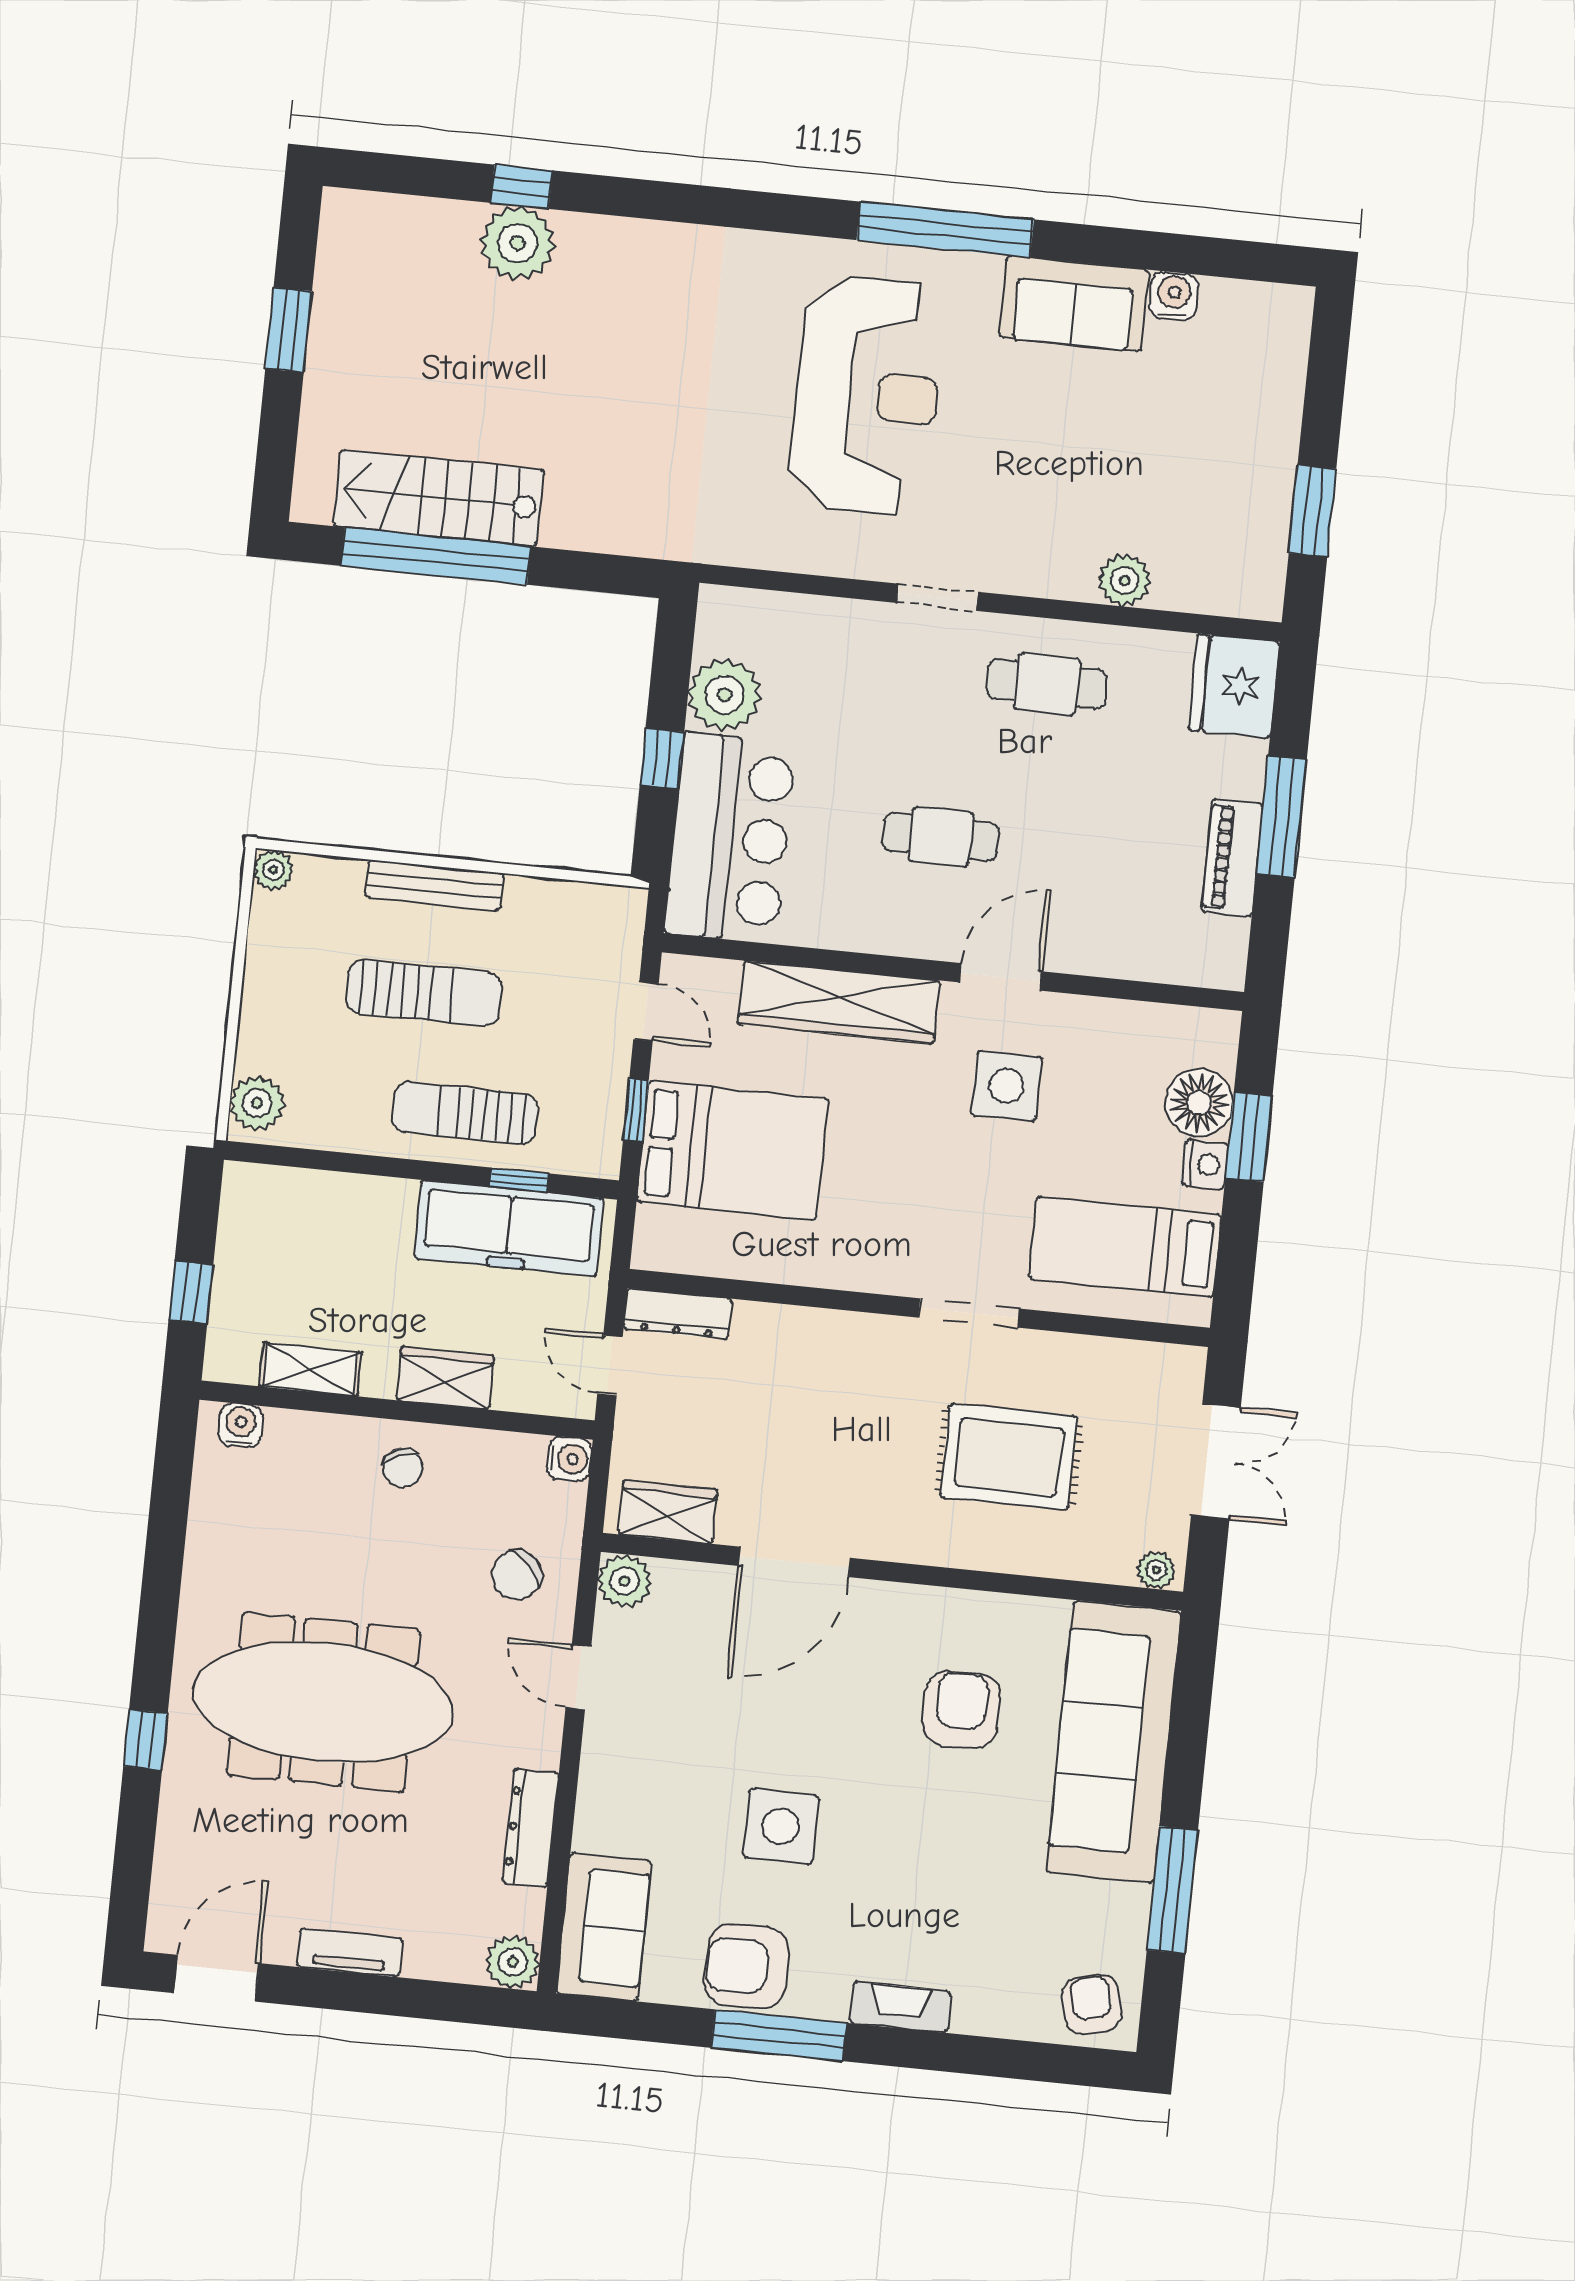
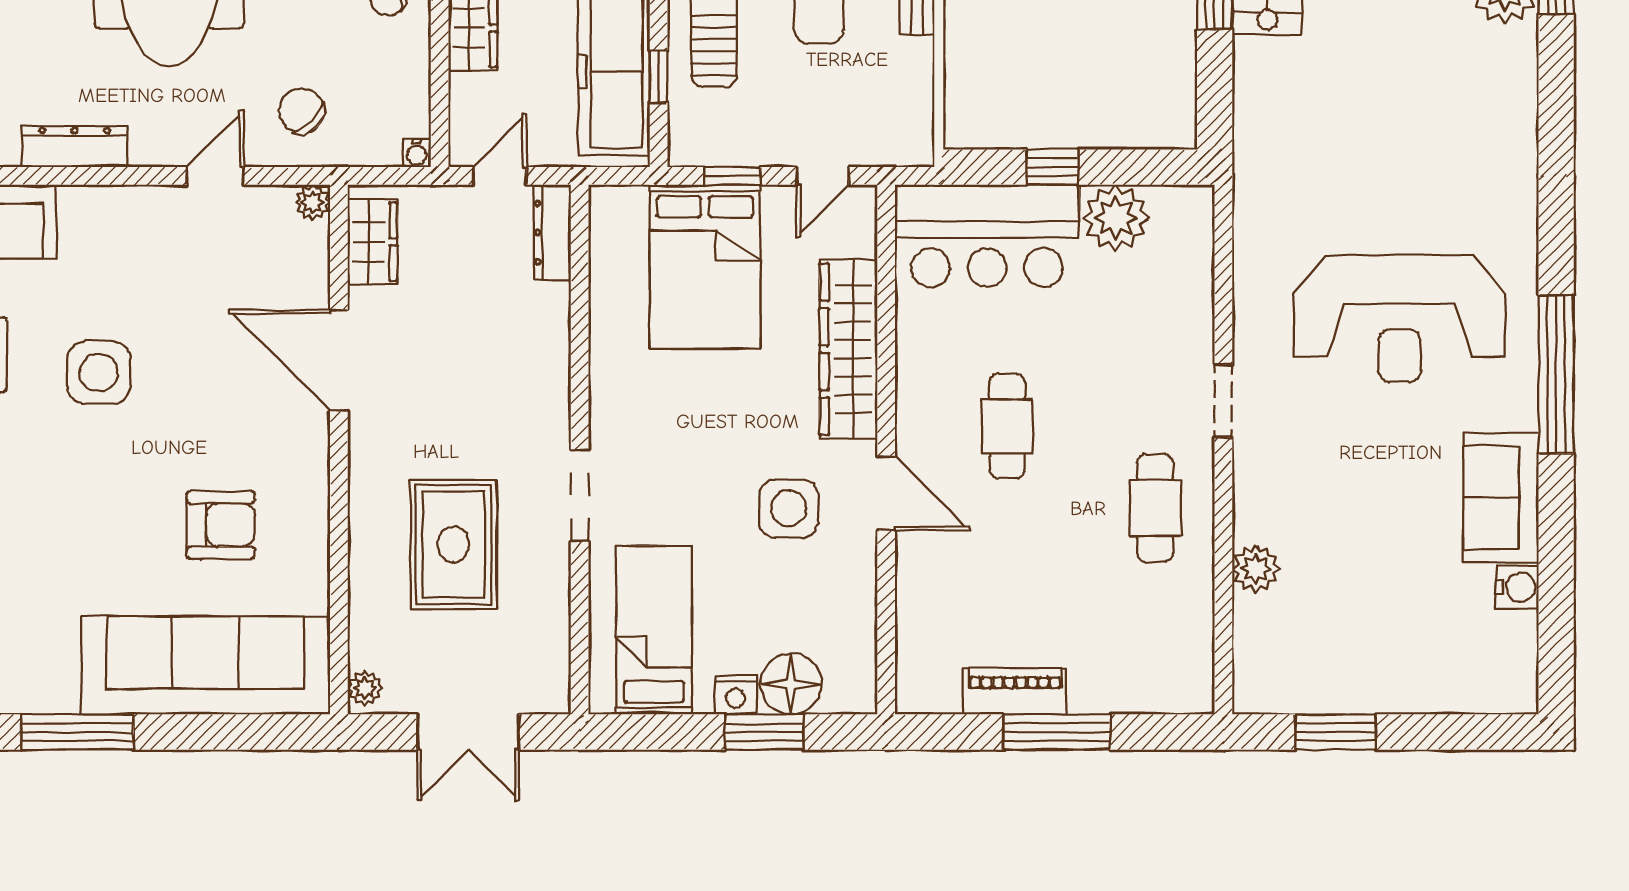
fridge: (1234, 686) -> (1171, 677), removed
water cooler: (569, 1459) -> (417, 153), width x0.72, depth x0.72
plant: (625, 1581) -> (313, 202), width x0.73, depth x0.73

